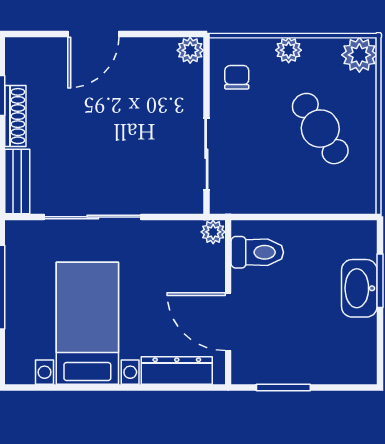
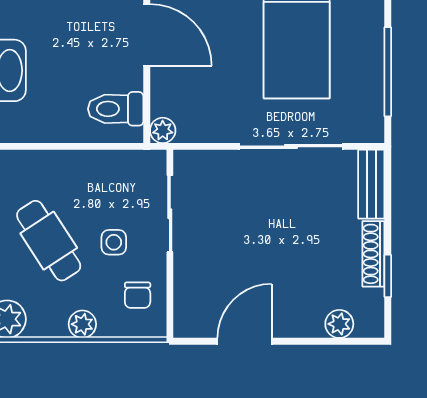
door: (93, 34) -> (245, 341), moved
plant: (190, 50) -> (339, 324), moved
side table: (259, 127) -> (114, 242), added

